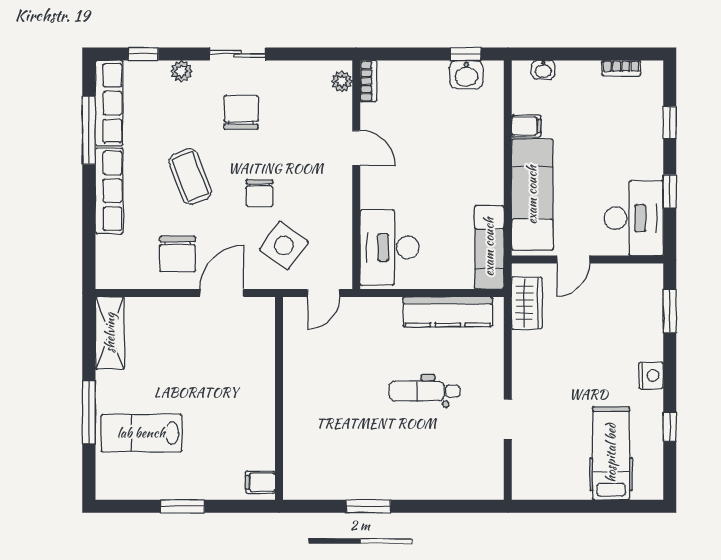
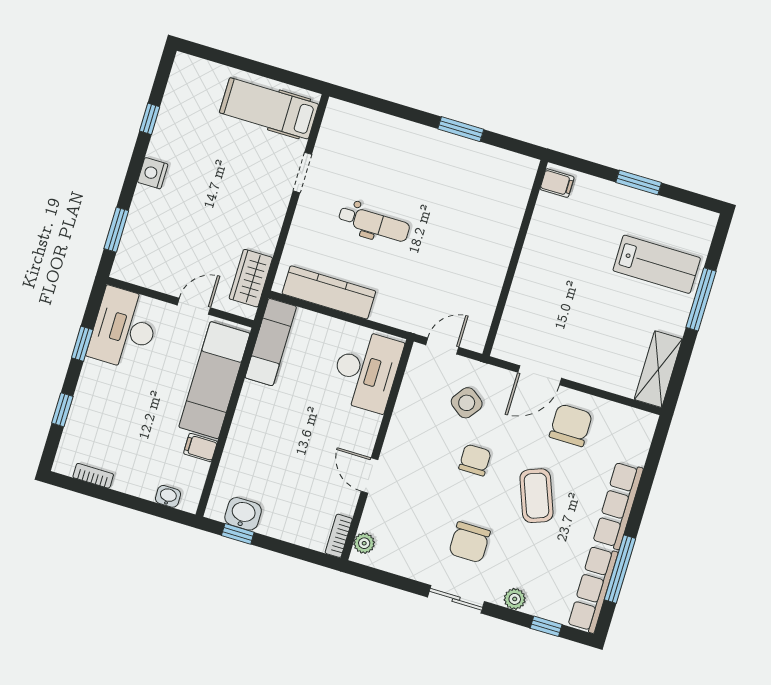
side table: (284, 245) -> (467, 403), width x0.73, depth x0.73
hospital bed: (611, 453) -> (269, 108), moved, turned 90

